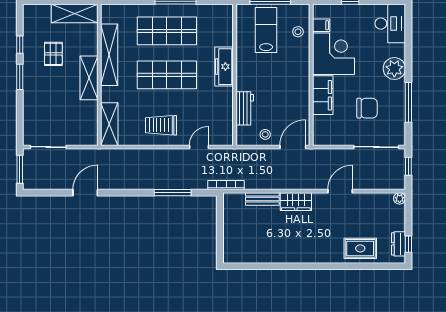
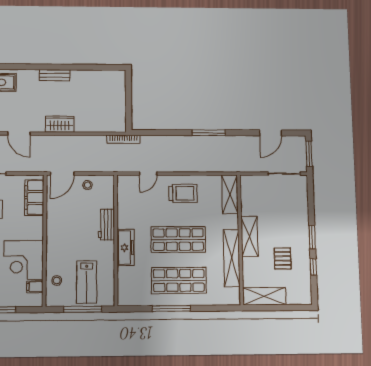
filing cabinet: (323, 95) -> (34, 198), moved
workbench: (245, 108) -> (106, 225), moved
door: (340, 191) -> (19, 134), hinge flipped
door: (85, 193) -> (271, 133), moved
window: (173, 193) -> (209, 133), moved
bench: (262, 199) -> (55, 75), moved

